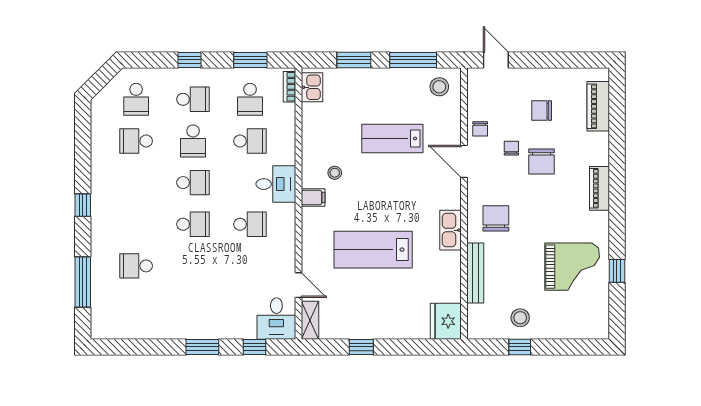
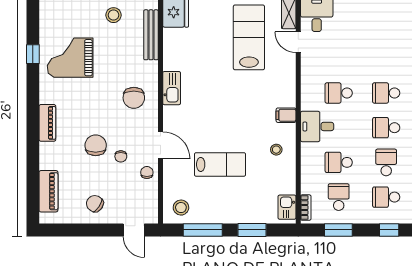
chair: (542, 110) -> (95, 204), moved, turned -146
stool: (335, 173) -> (276, 150), moved
lab bench: (373, 250) -> (249, 37), moved, turned -90
bench: (475, 273) -> (151, 35), moved

